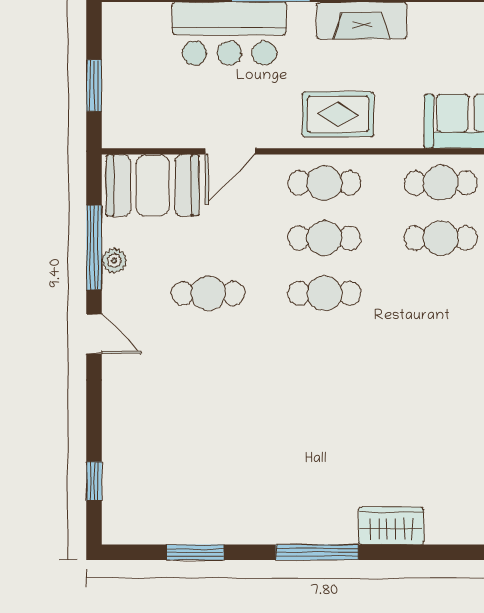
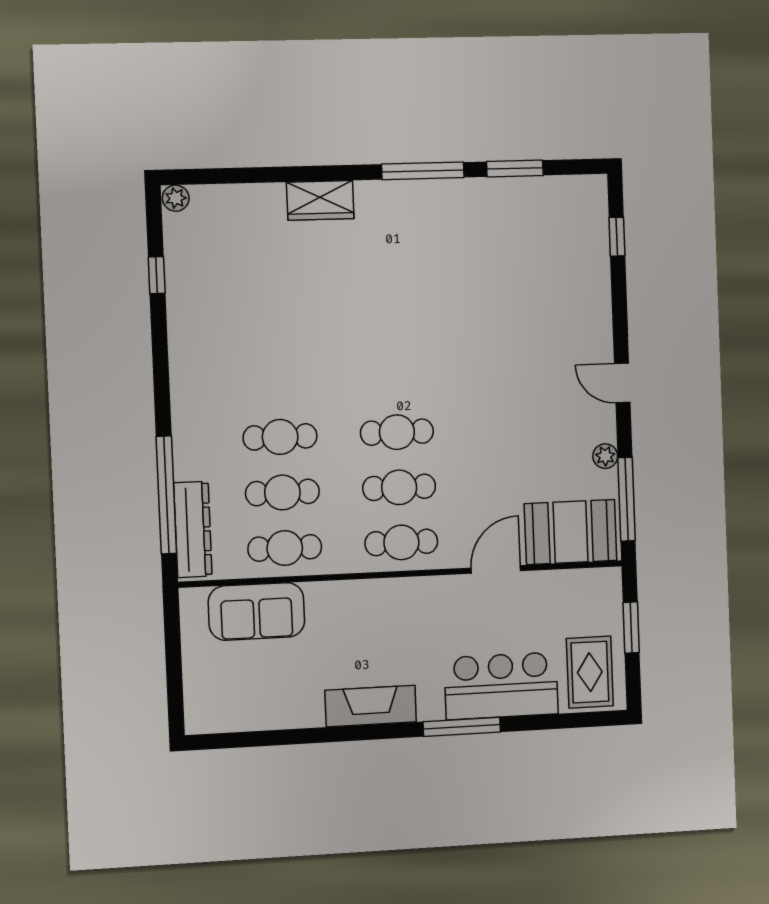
rug: (338, 114) -> (590, 672), moved, turned 90
window: (94, 248) -> (626, 499), moved
cafe table: (208, 293) -> (280, 437), moved
window: (317, 552) -> (423, 171), moved

